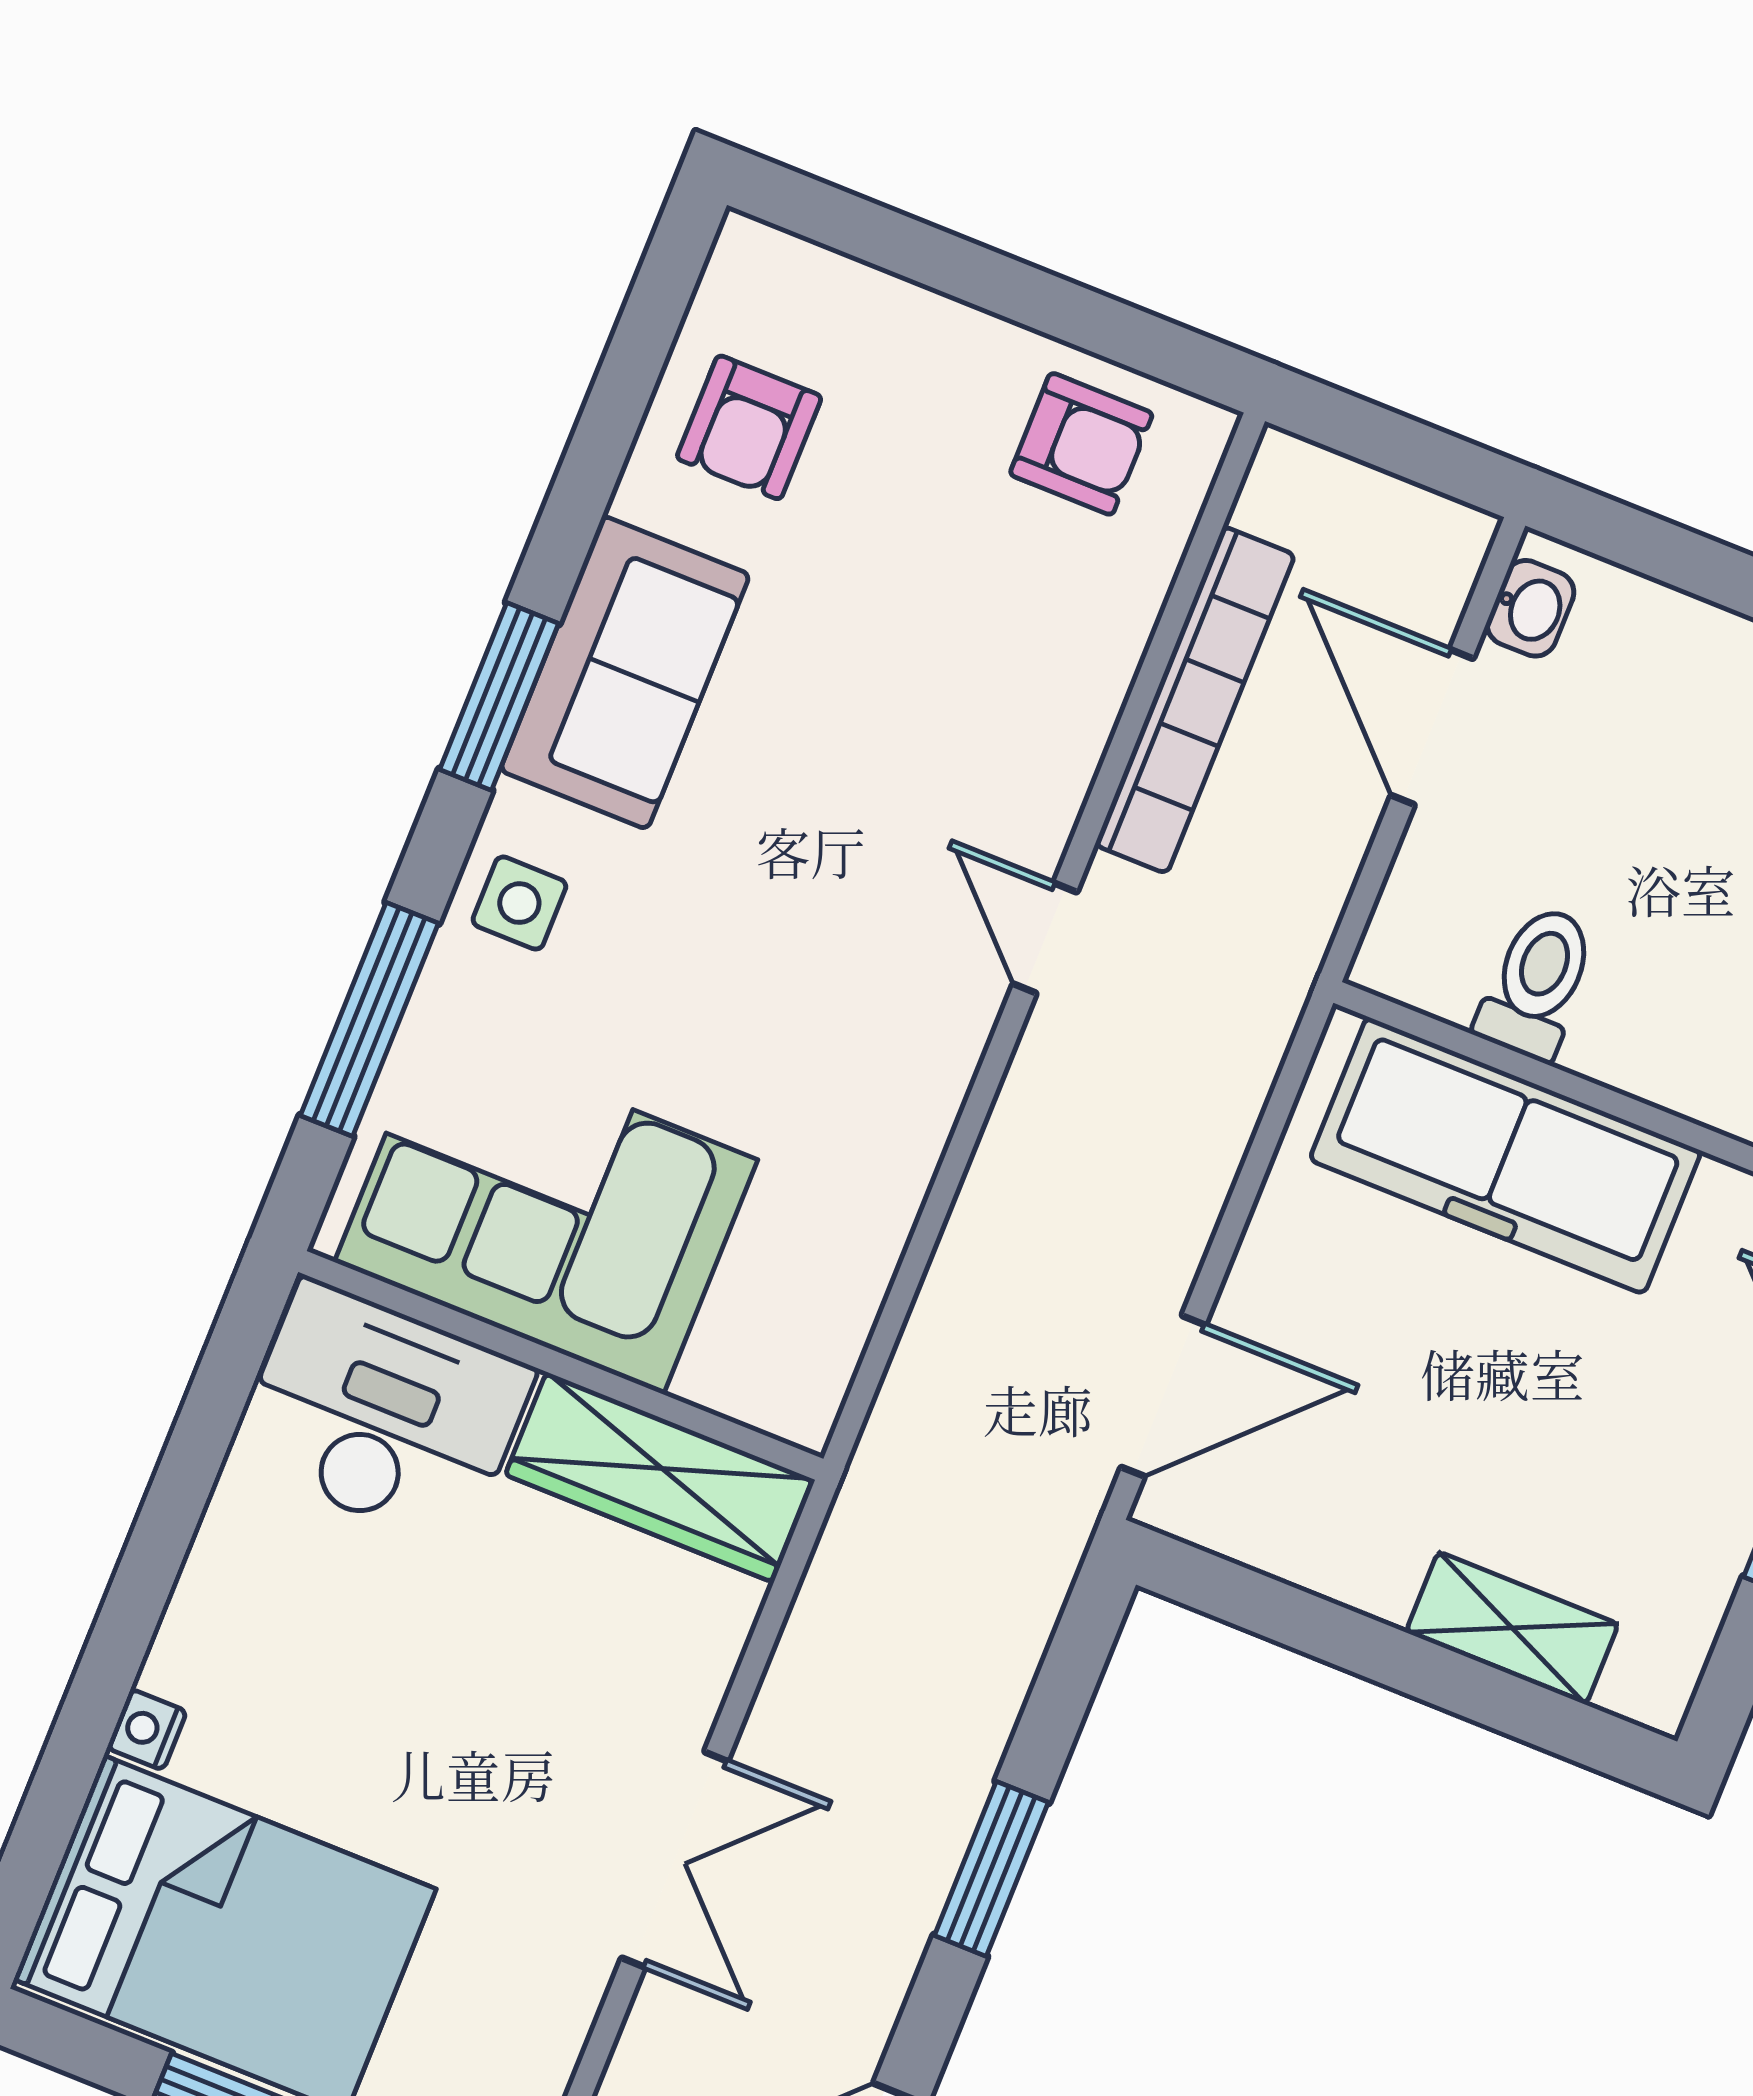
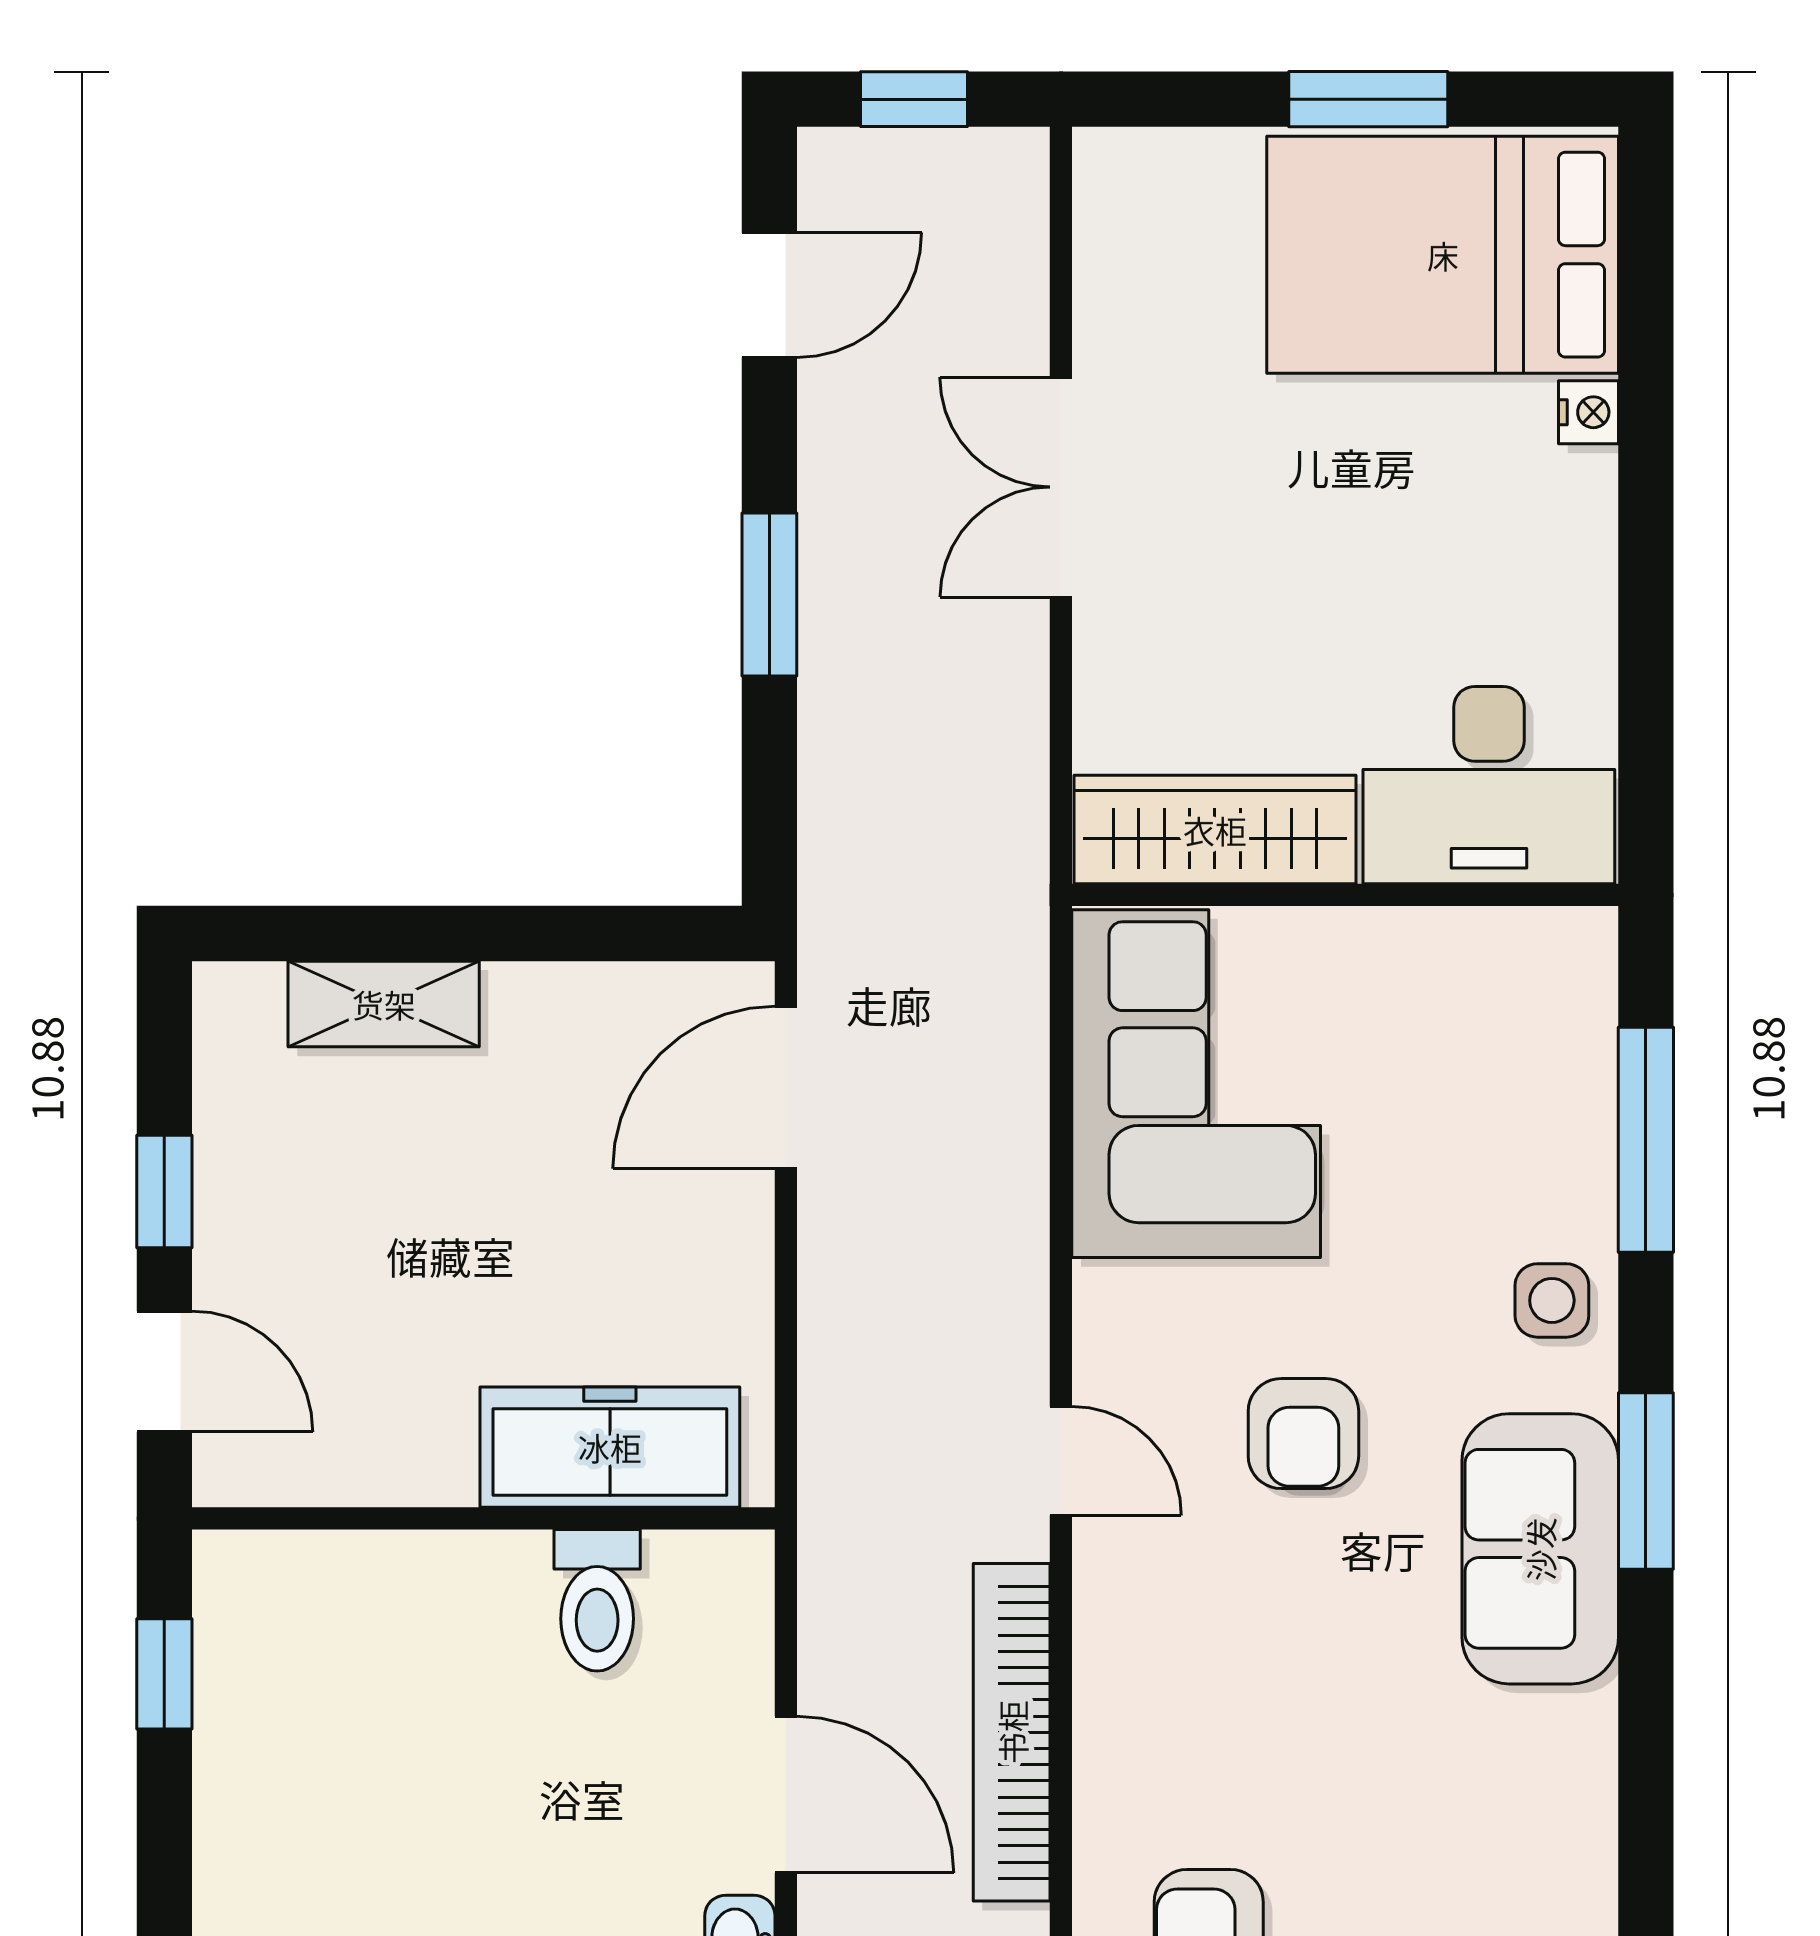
armchair: (749, 427) -> (1303, 1434), moved, turned 180
freezer: (1505, 1155) -> (610, 1447), width x0.73, depth x0.79
corner sofa: (546, 1211) -> (1196, 1084), moved, turned -90

